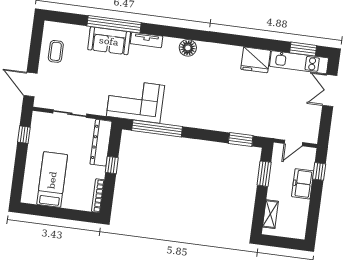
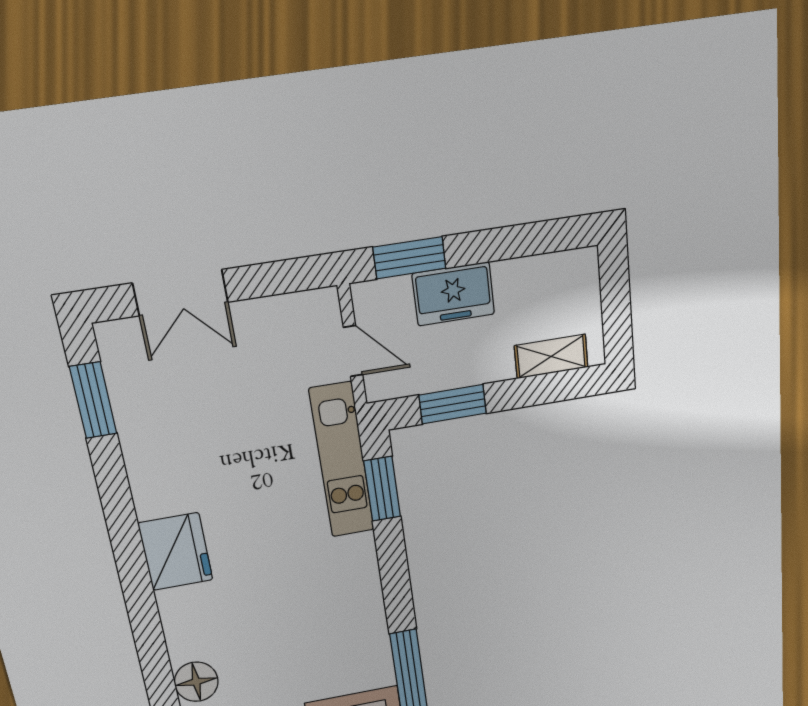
fridge: (256, 60) -> (176, 552), moved
kitchen unit: (299, 62) -> (342, 460), moved, turned 180
window: (319, 171) -> (409, 258), width x1.50

